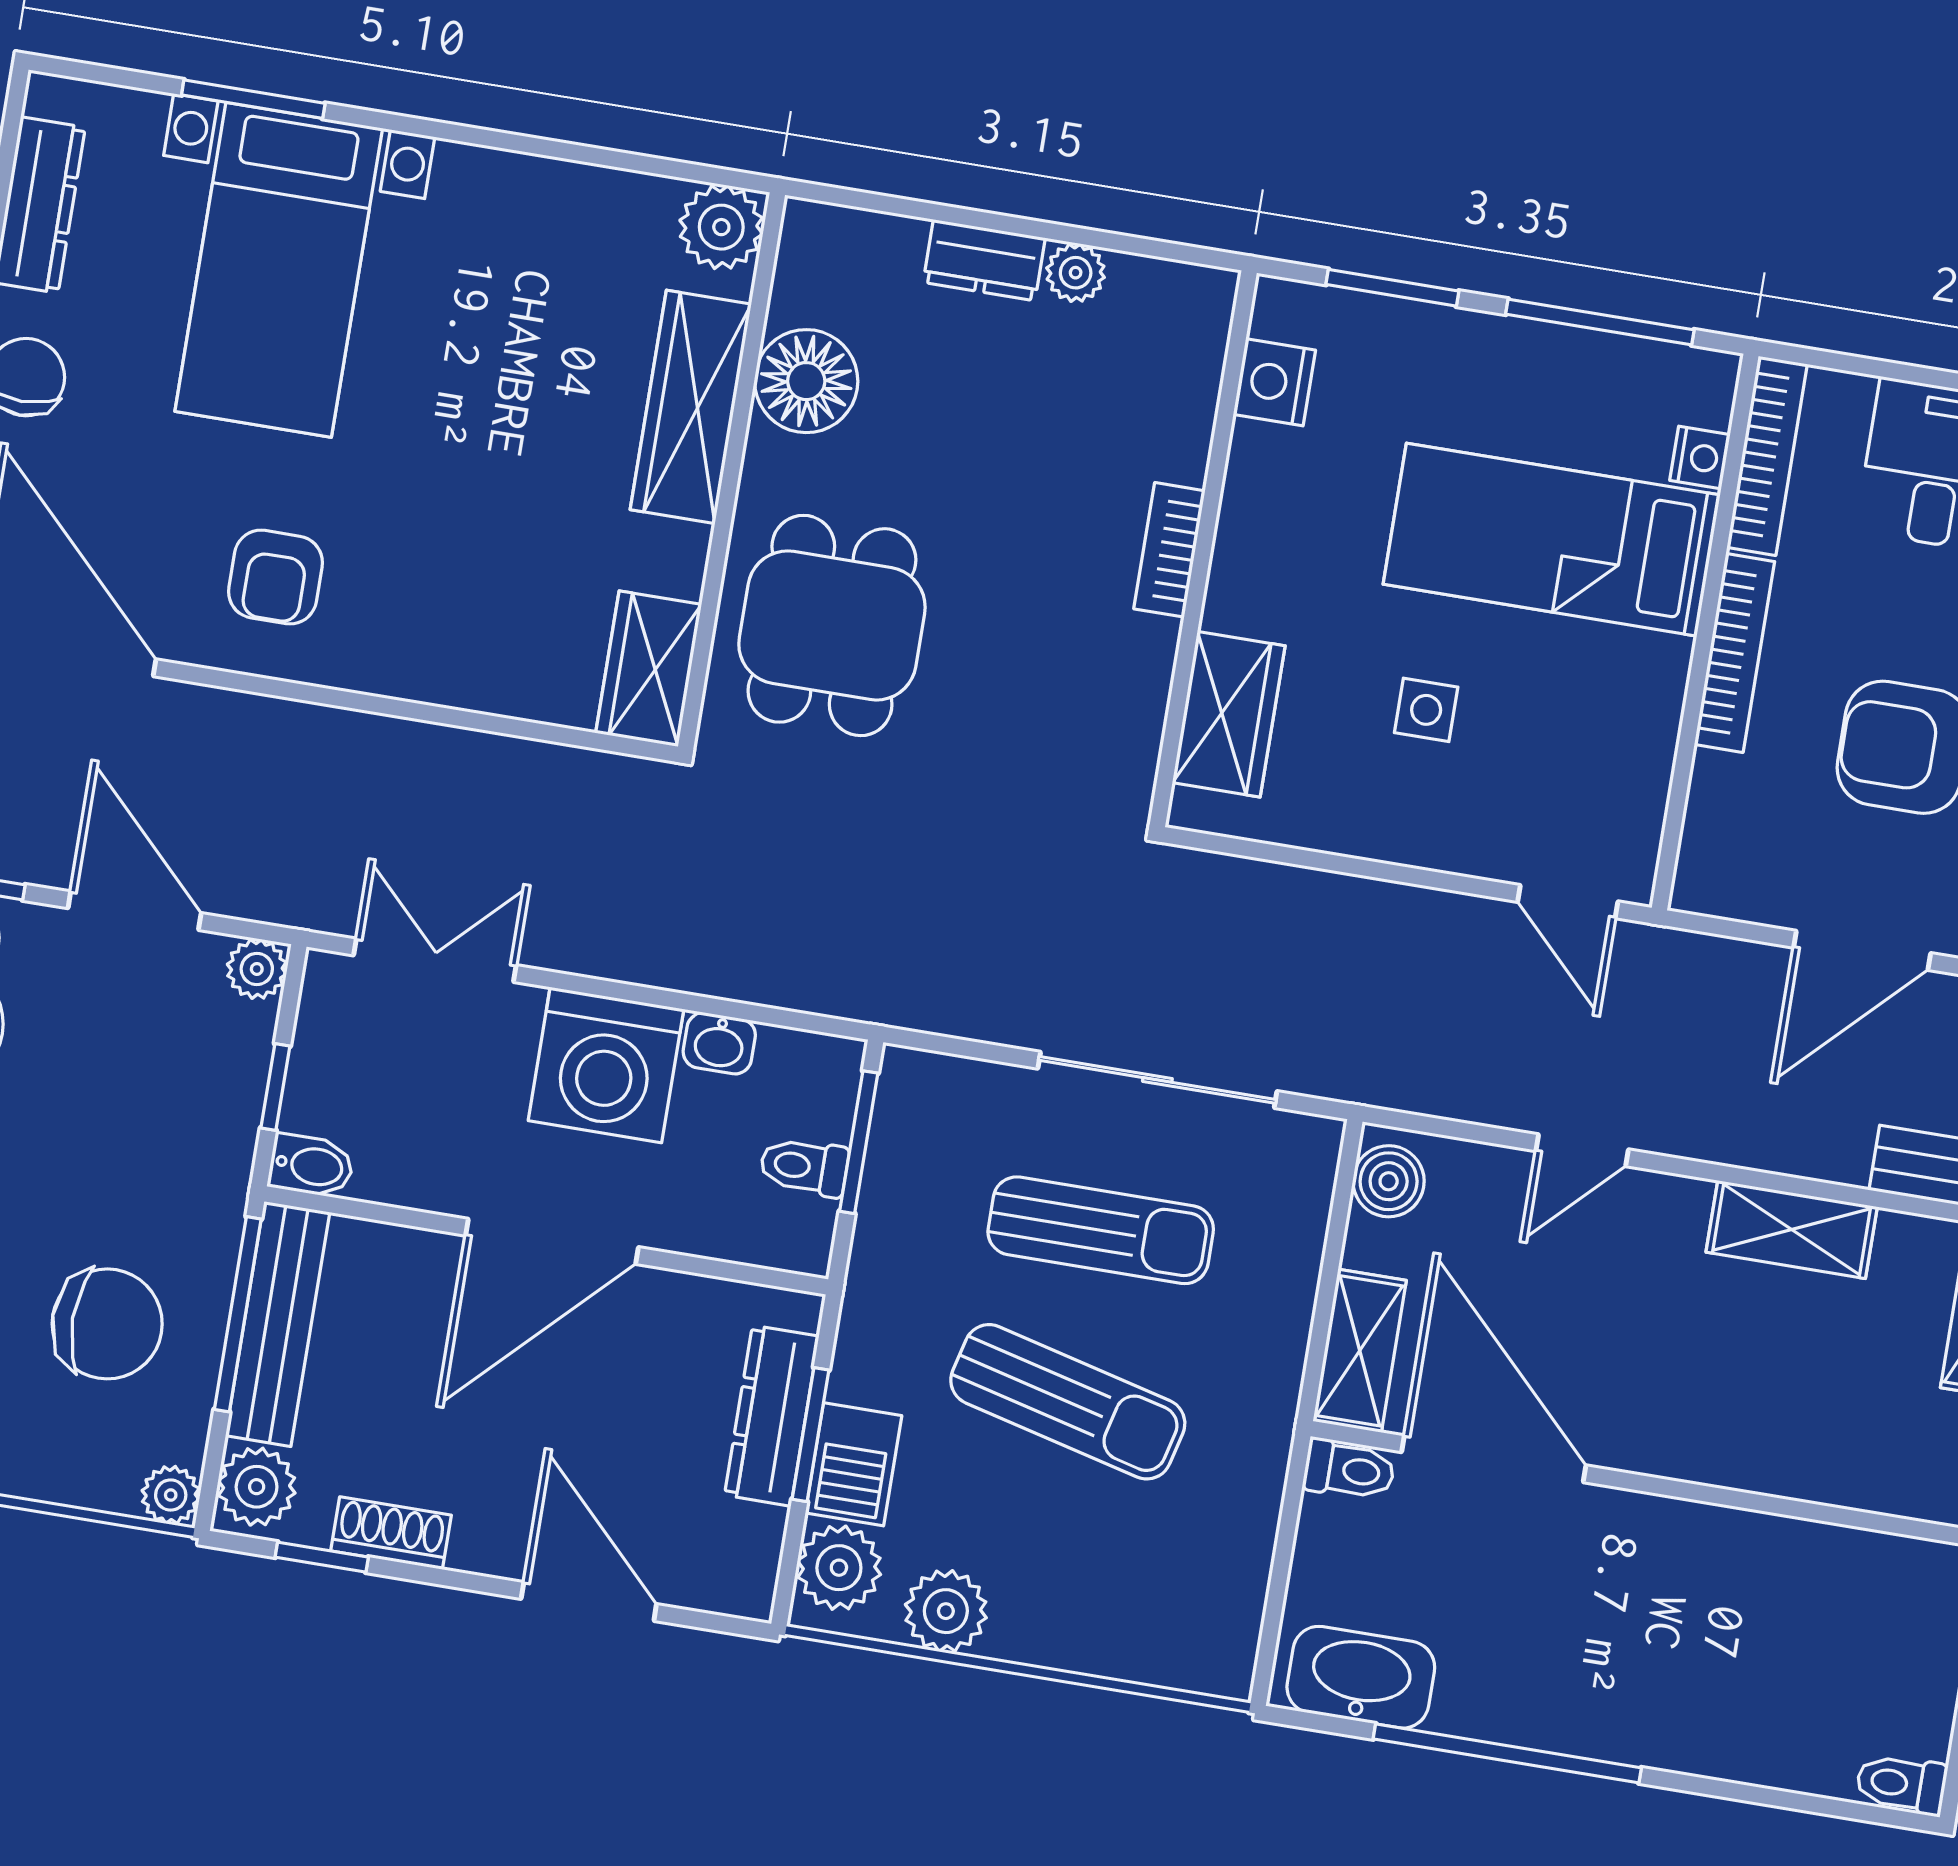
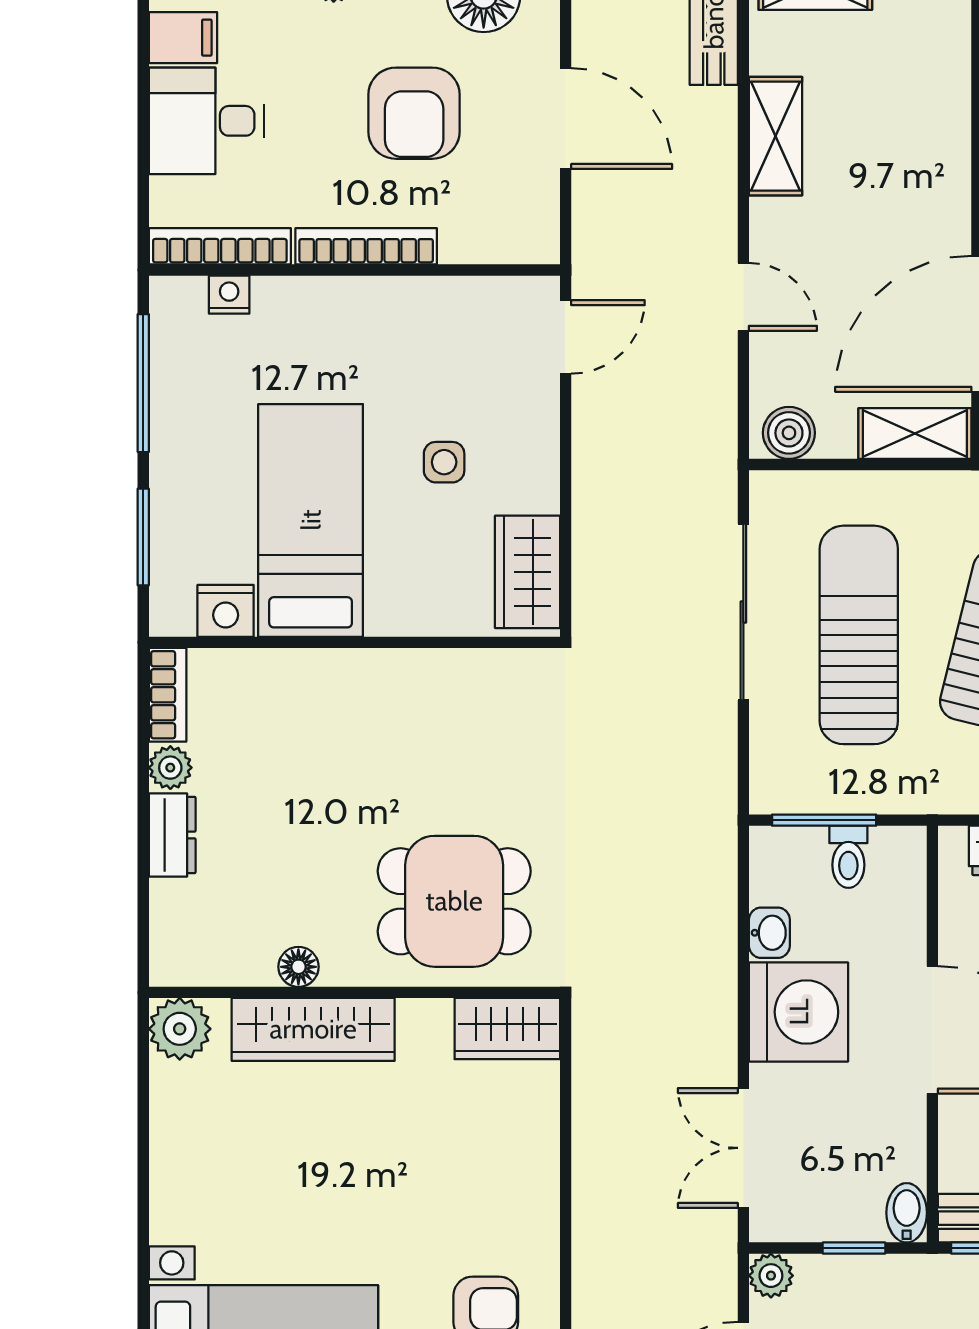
floor lamp: (806, 381) -> (298, 967), width x0.53, depth x0.53
bed: (1552, 540) -> (311, 520), moved, turned 180
bookcase: (1169, 550) -> (168, 695), moved, turned -90
wardrobe: (1229, 714) -> (527, 572), moved, turned -90
sun lounger: (1101, 1230) -> (859, 635), width x1.36, depth x1.34

